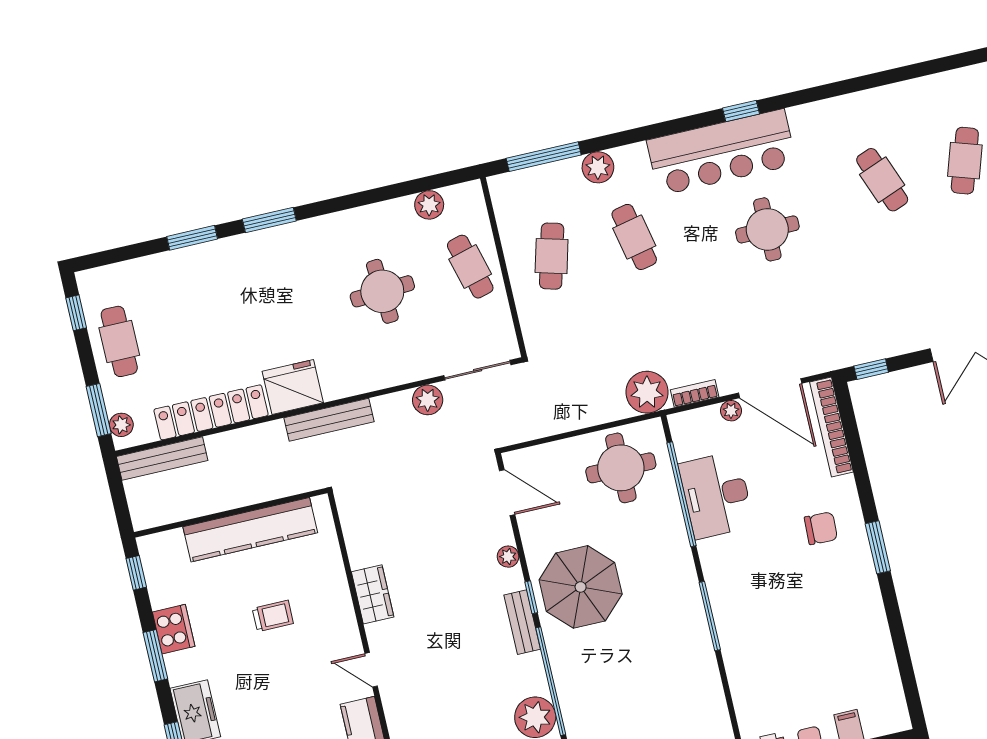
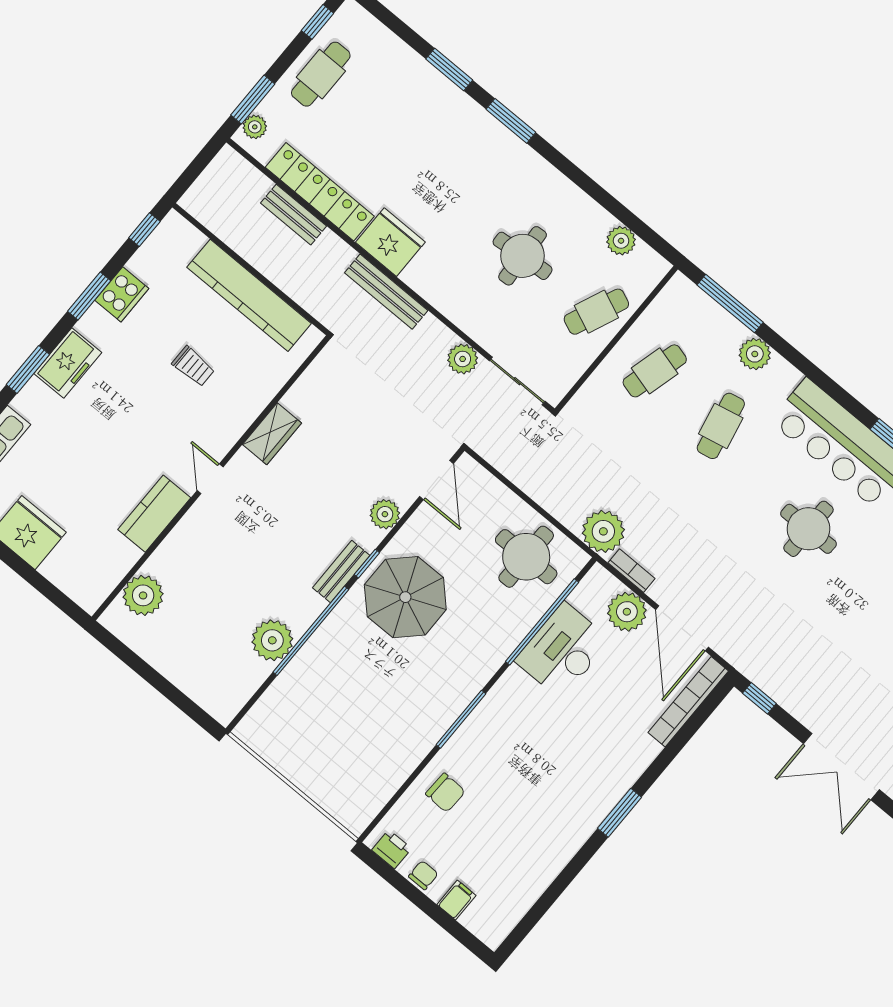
cafe table: (470, 267) -> (596, 312), turned 38
plant: (731, 411) -> (627, 612), width x1.88, depth x1.88
bench: (162, 458) -> (294, 215), moved, width x0.73
chair: (821, 528) -> (445, 793), moved
plant: (508, 557) -> (385, 514), width x1.38, depth x1.38

